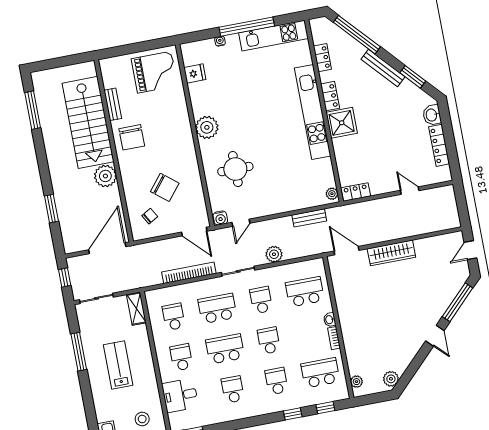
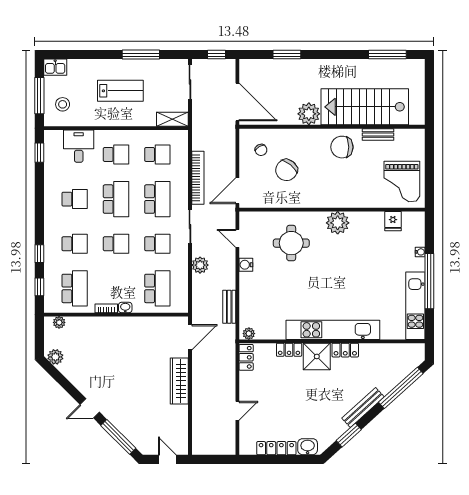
locker: (322, 58) -> (289, 350), moved
water cooler: (220, 218) -> (246, 265), moved

